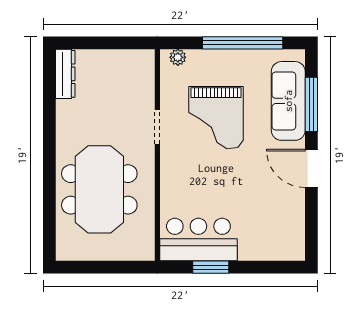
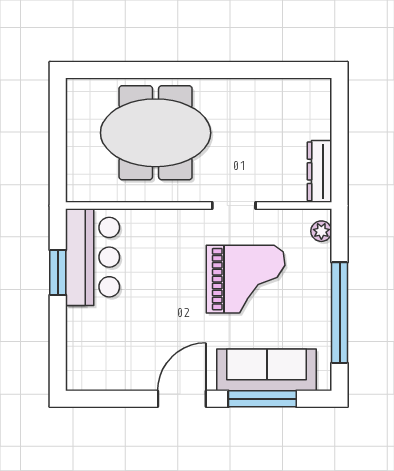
dresser: (65, 74) -> (320, 171), moved, turned 90
grand piano: (216, 118) -> (246, 279), turned 180

